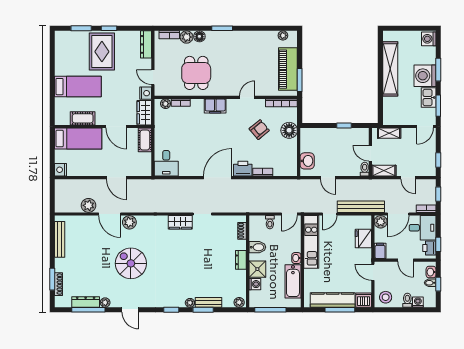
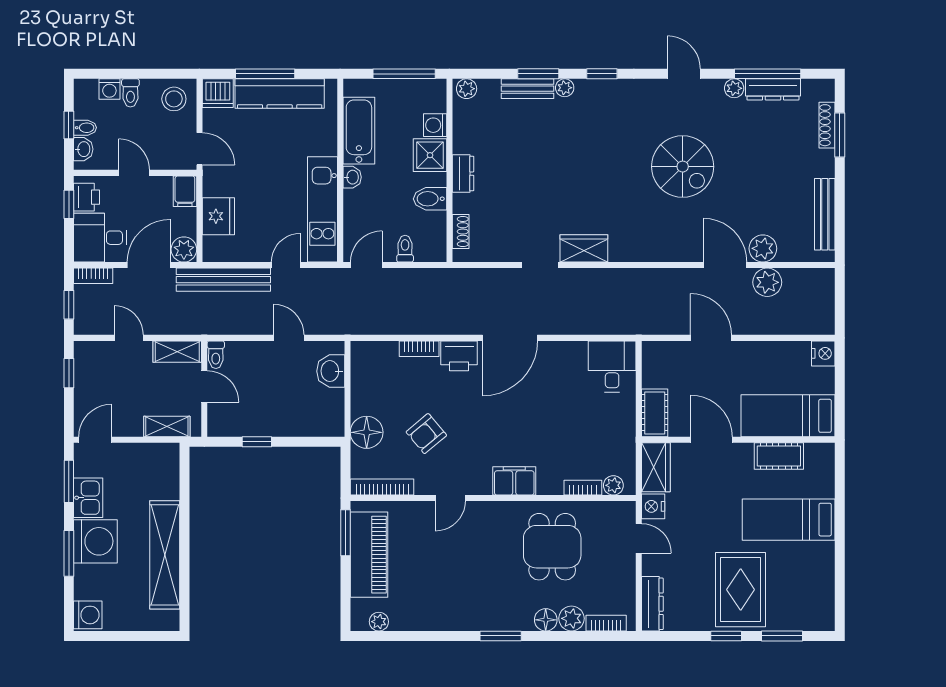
plant: (129, 222) -> (763, 248), moved

